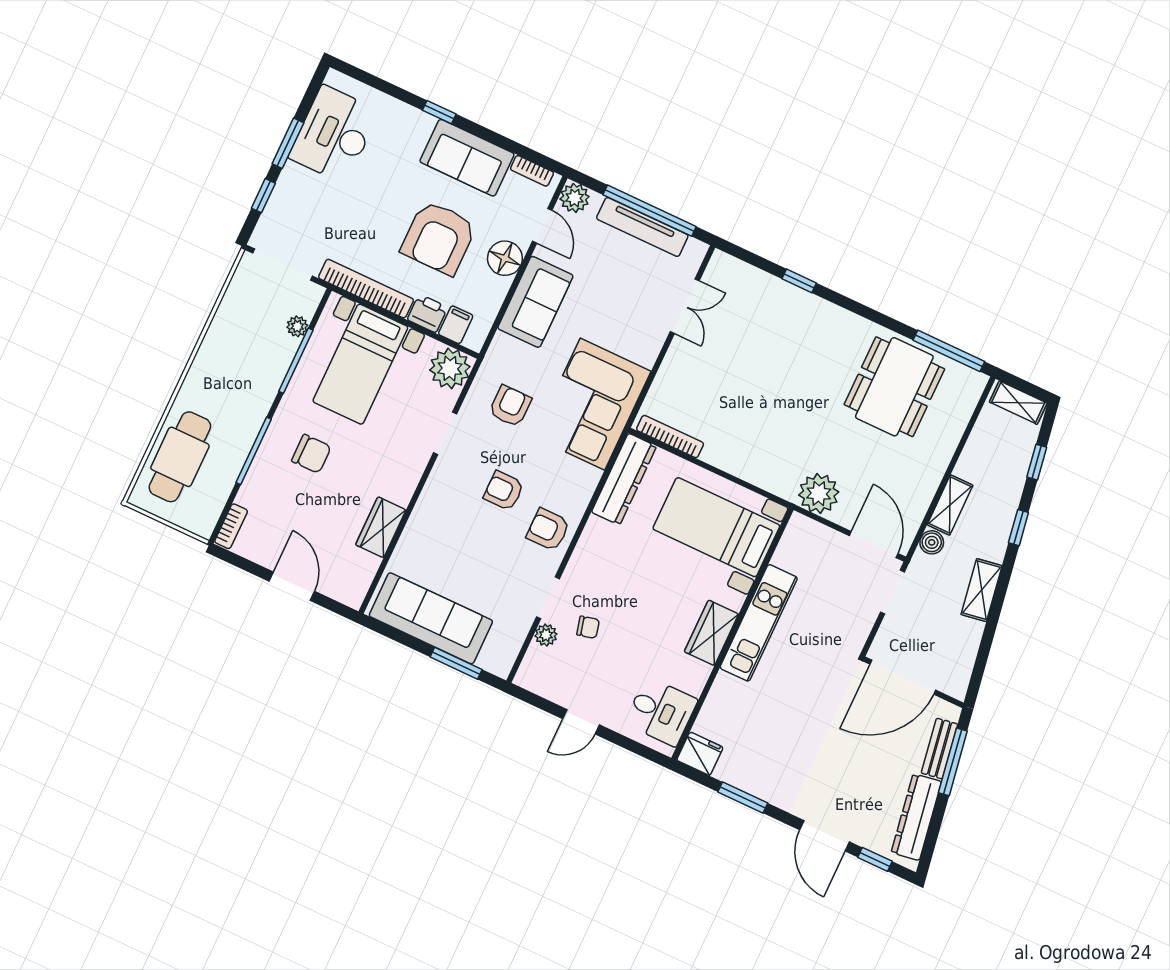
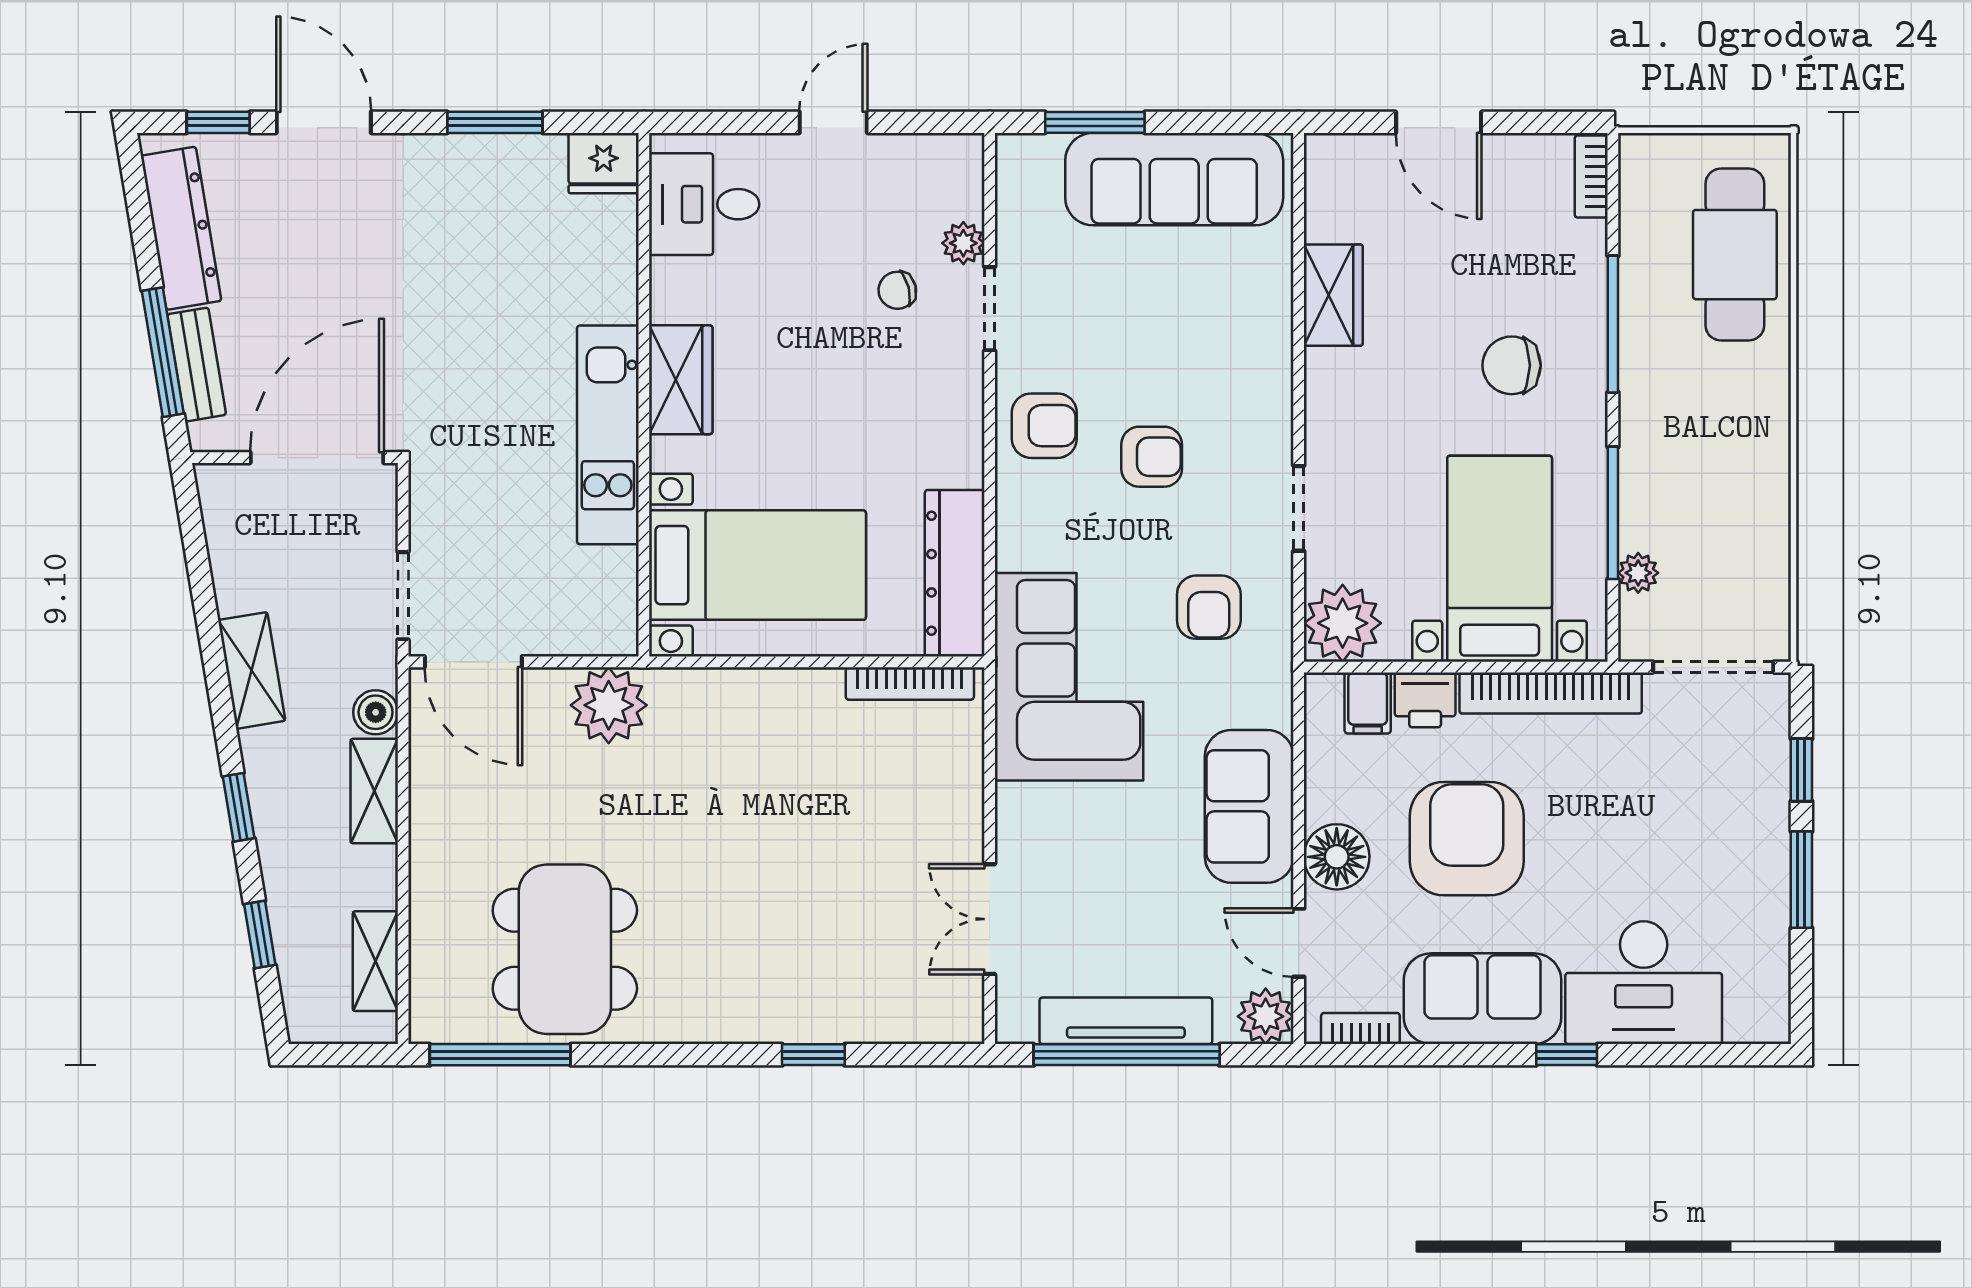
desk: (334, 134) -> (1644, 983), moved, turned 90
shelving: (1018, 403) -> (375, 961), moved, turned 90

